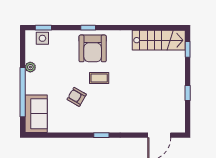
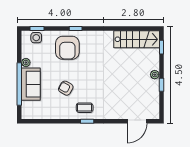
armchair: (93, 48) -> (67, 48), moved
coffee table: (99, 78) -> (85, 108), moved
plant: (180, 81) -> (155, 75), added
sofa: (36, 114) -> (31, 84), moved

